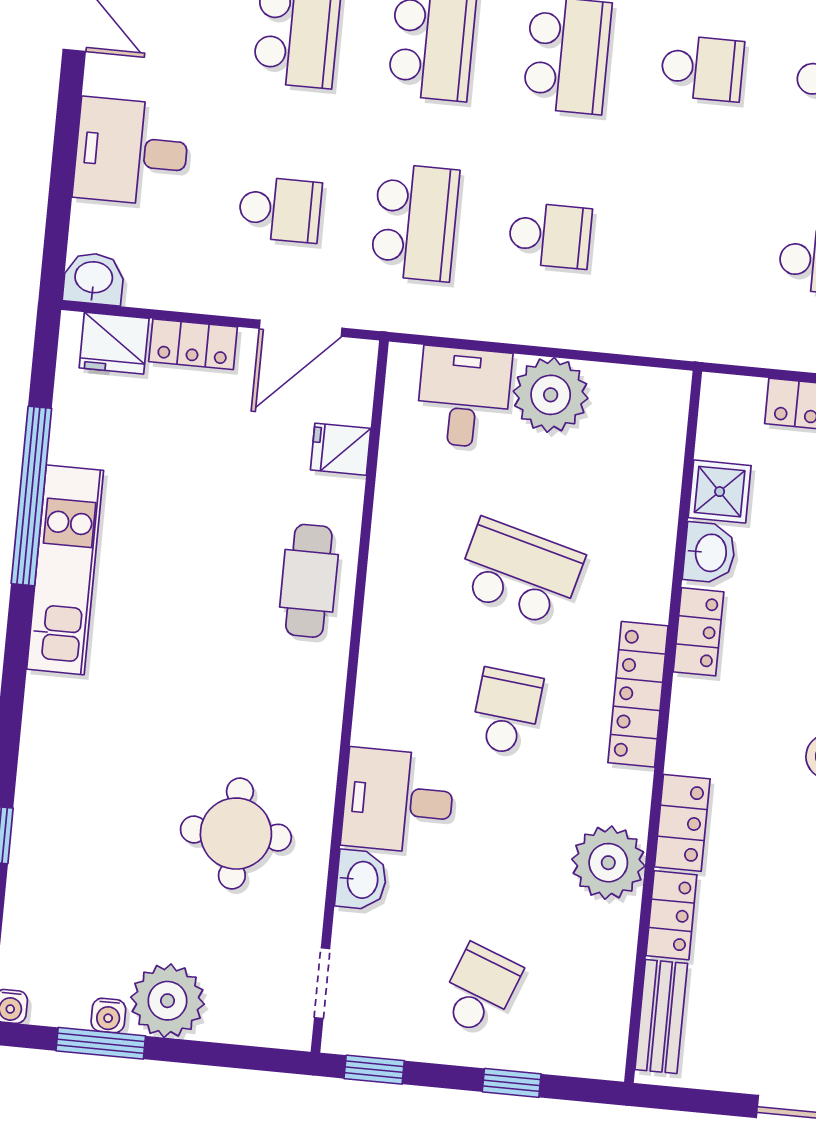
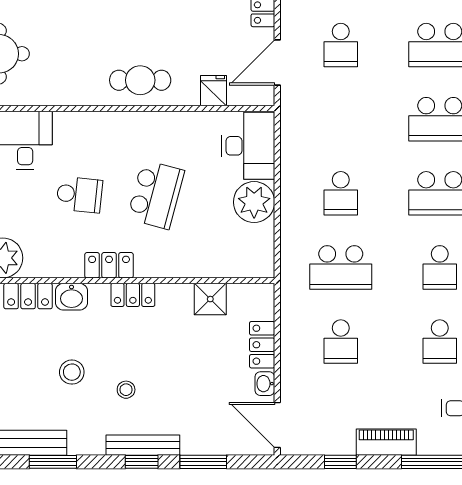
school desk: (415, 222) -> (341, 267), moved
door: (301, 328) -> (277, 62), hinge flipped
desk: (464, 397) -> (248, 146), width x1.37
washbasin: (709, 553) -> (71, 297), moved
locker: (638, 694) -> (109, 265), width x0.66

